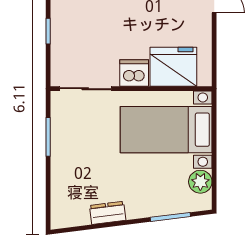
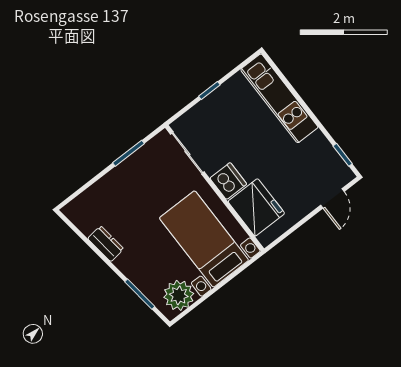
plant: (200, 182) -> (179, 295), width x1.36, depth x1.36

